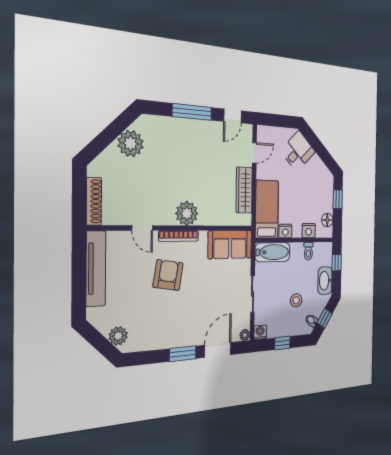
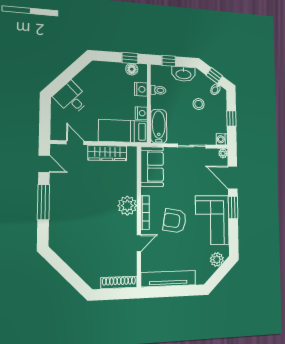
plant: (131, 143) -> (73, 255), removed
window: (338, 199) -> (130, 58), moved
corner sofa: (168, 326) -> (212, 220), added

